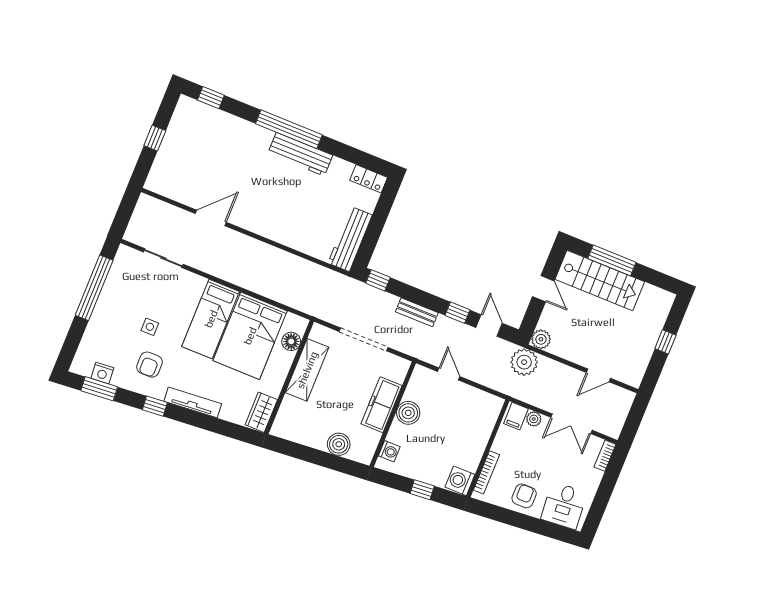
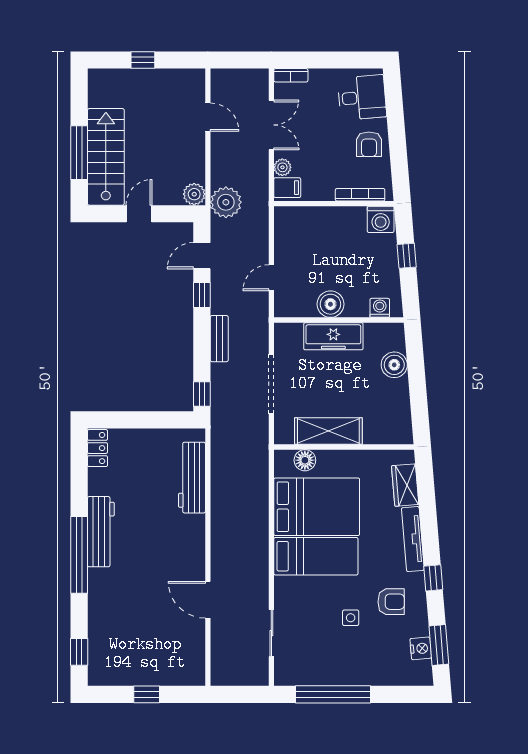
workbench: (350, 239) -> (192, 478), moved, turned 90
wardrobe: (261, 412) -> (405, 485), moved, turned 85
armchair: (524, 496) -> (369, 144), turned -90

